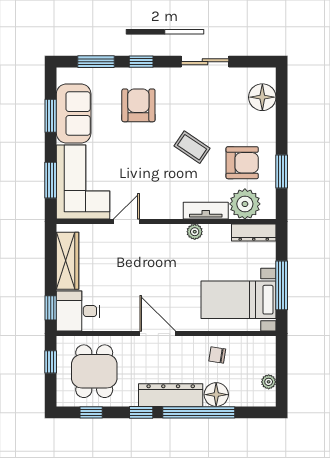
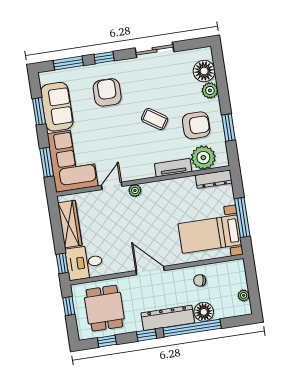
plant: (266, 122) -> (210, 90), added
plant: (195, 232) -> (135, 191), moved

